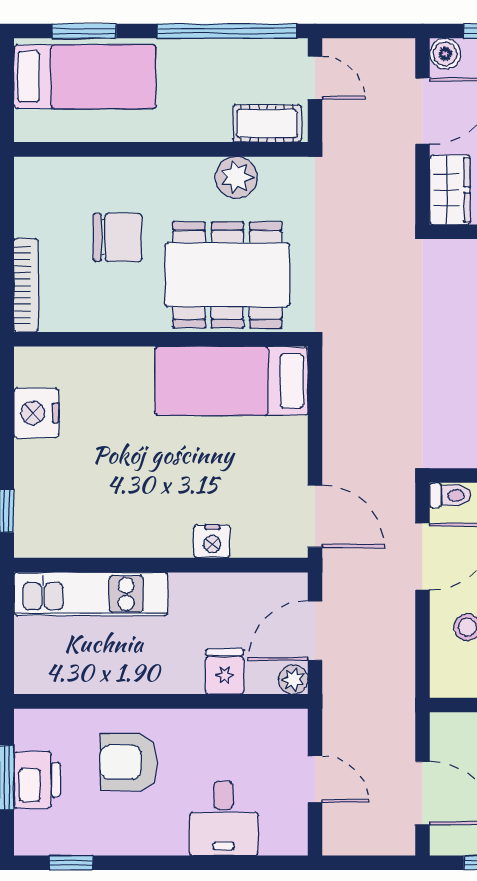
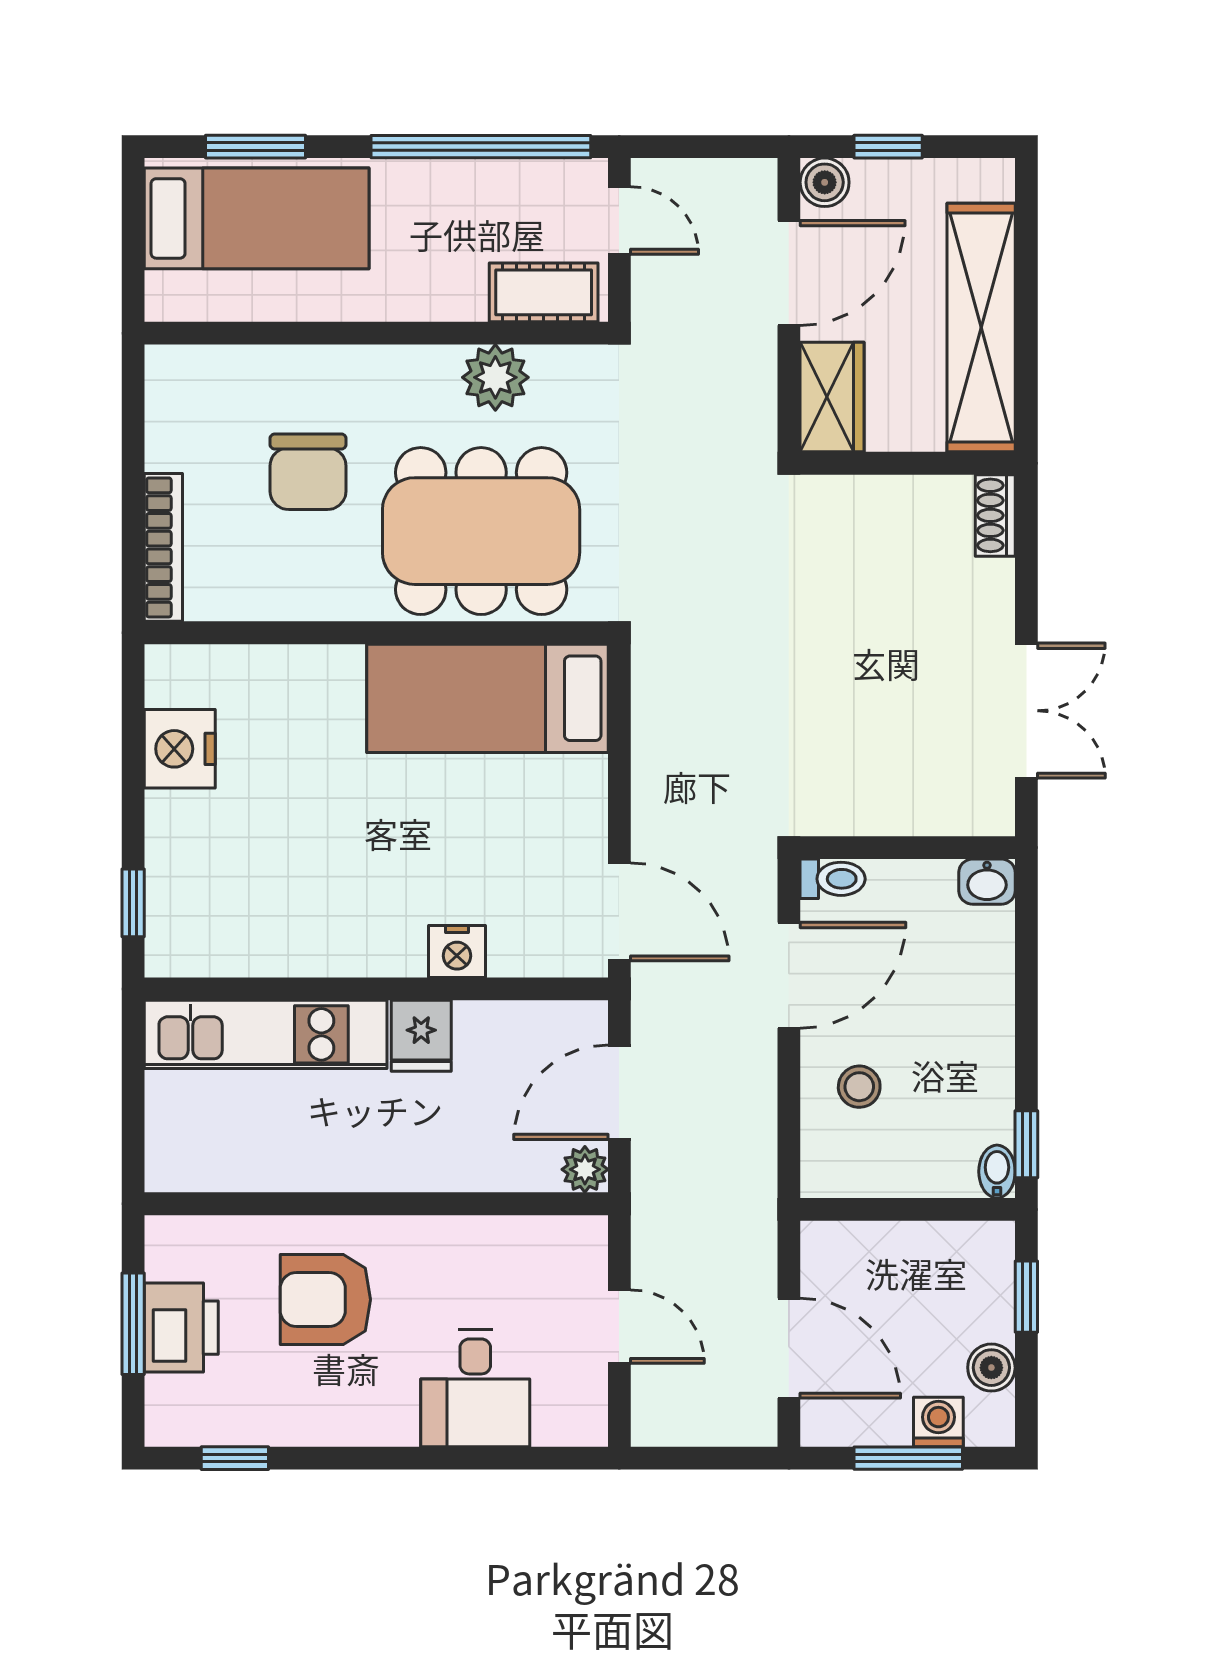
chair: (118, 237) -> (308, 472), turned 90
fridge: (225, 672) -> (421, 1036), moved, turned 180

